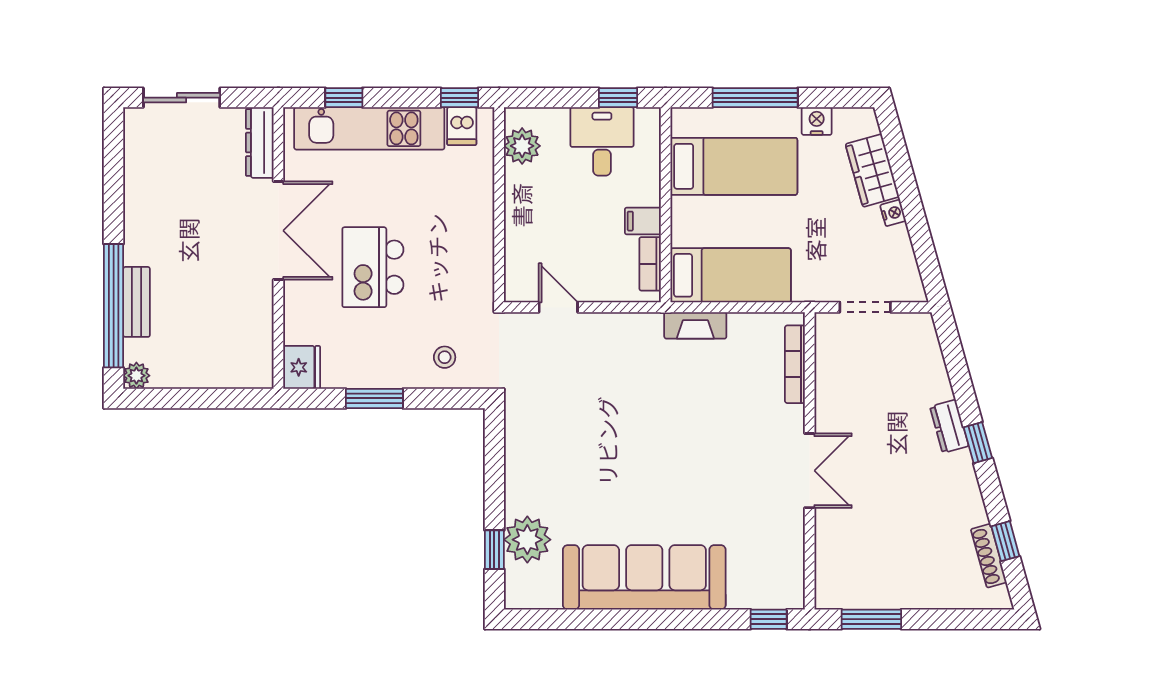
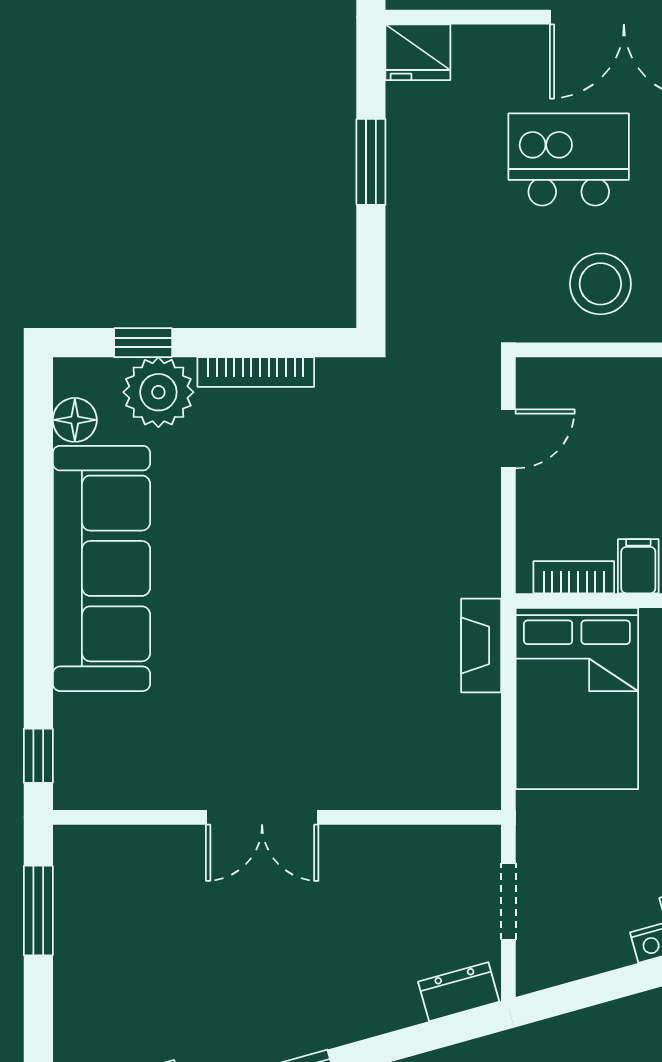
bed: (731, 275) -> (577, 698), width x1.50
stool: (445, 357) -> (600, 284), moved, width x1.89, depth x1.89
bookcase: (795, 364) -> (256, 372), moved, turned 180
dresser: (949, 426) -> (459, 992), moved
floor lamp: (546, 595) -> (75, 420), added

